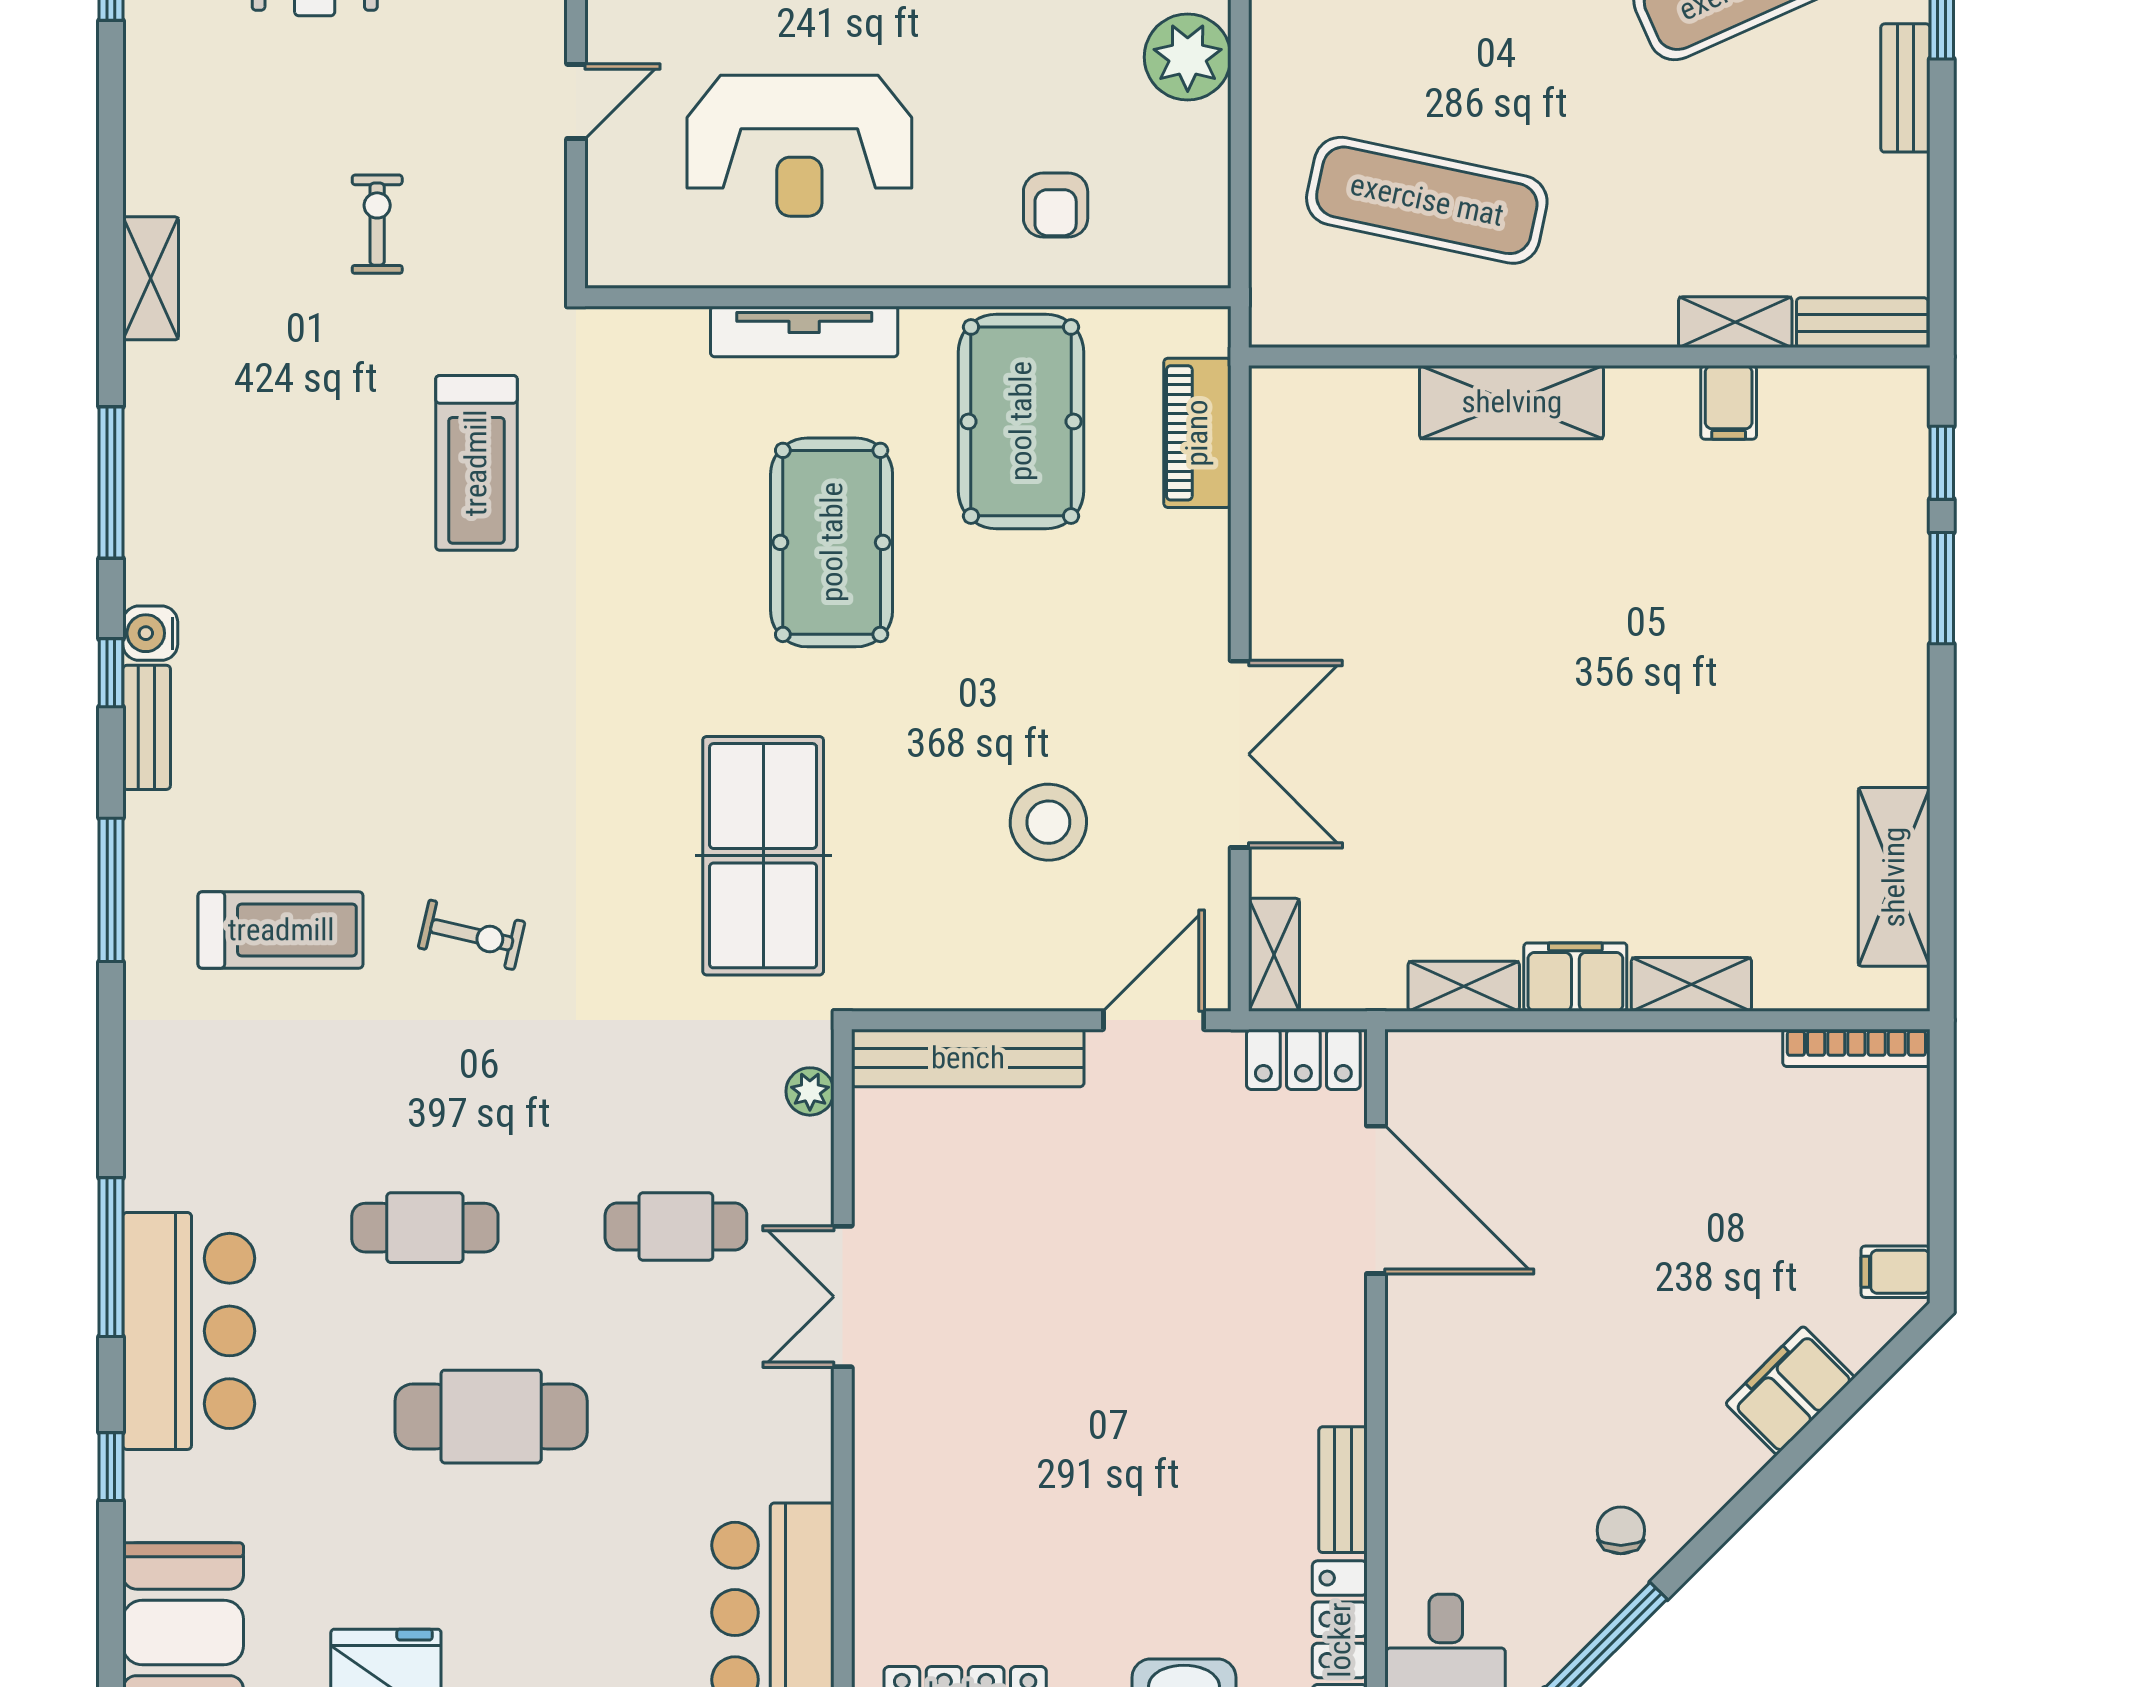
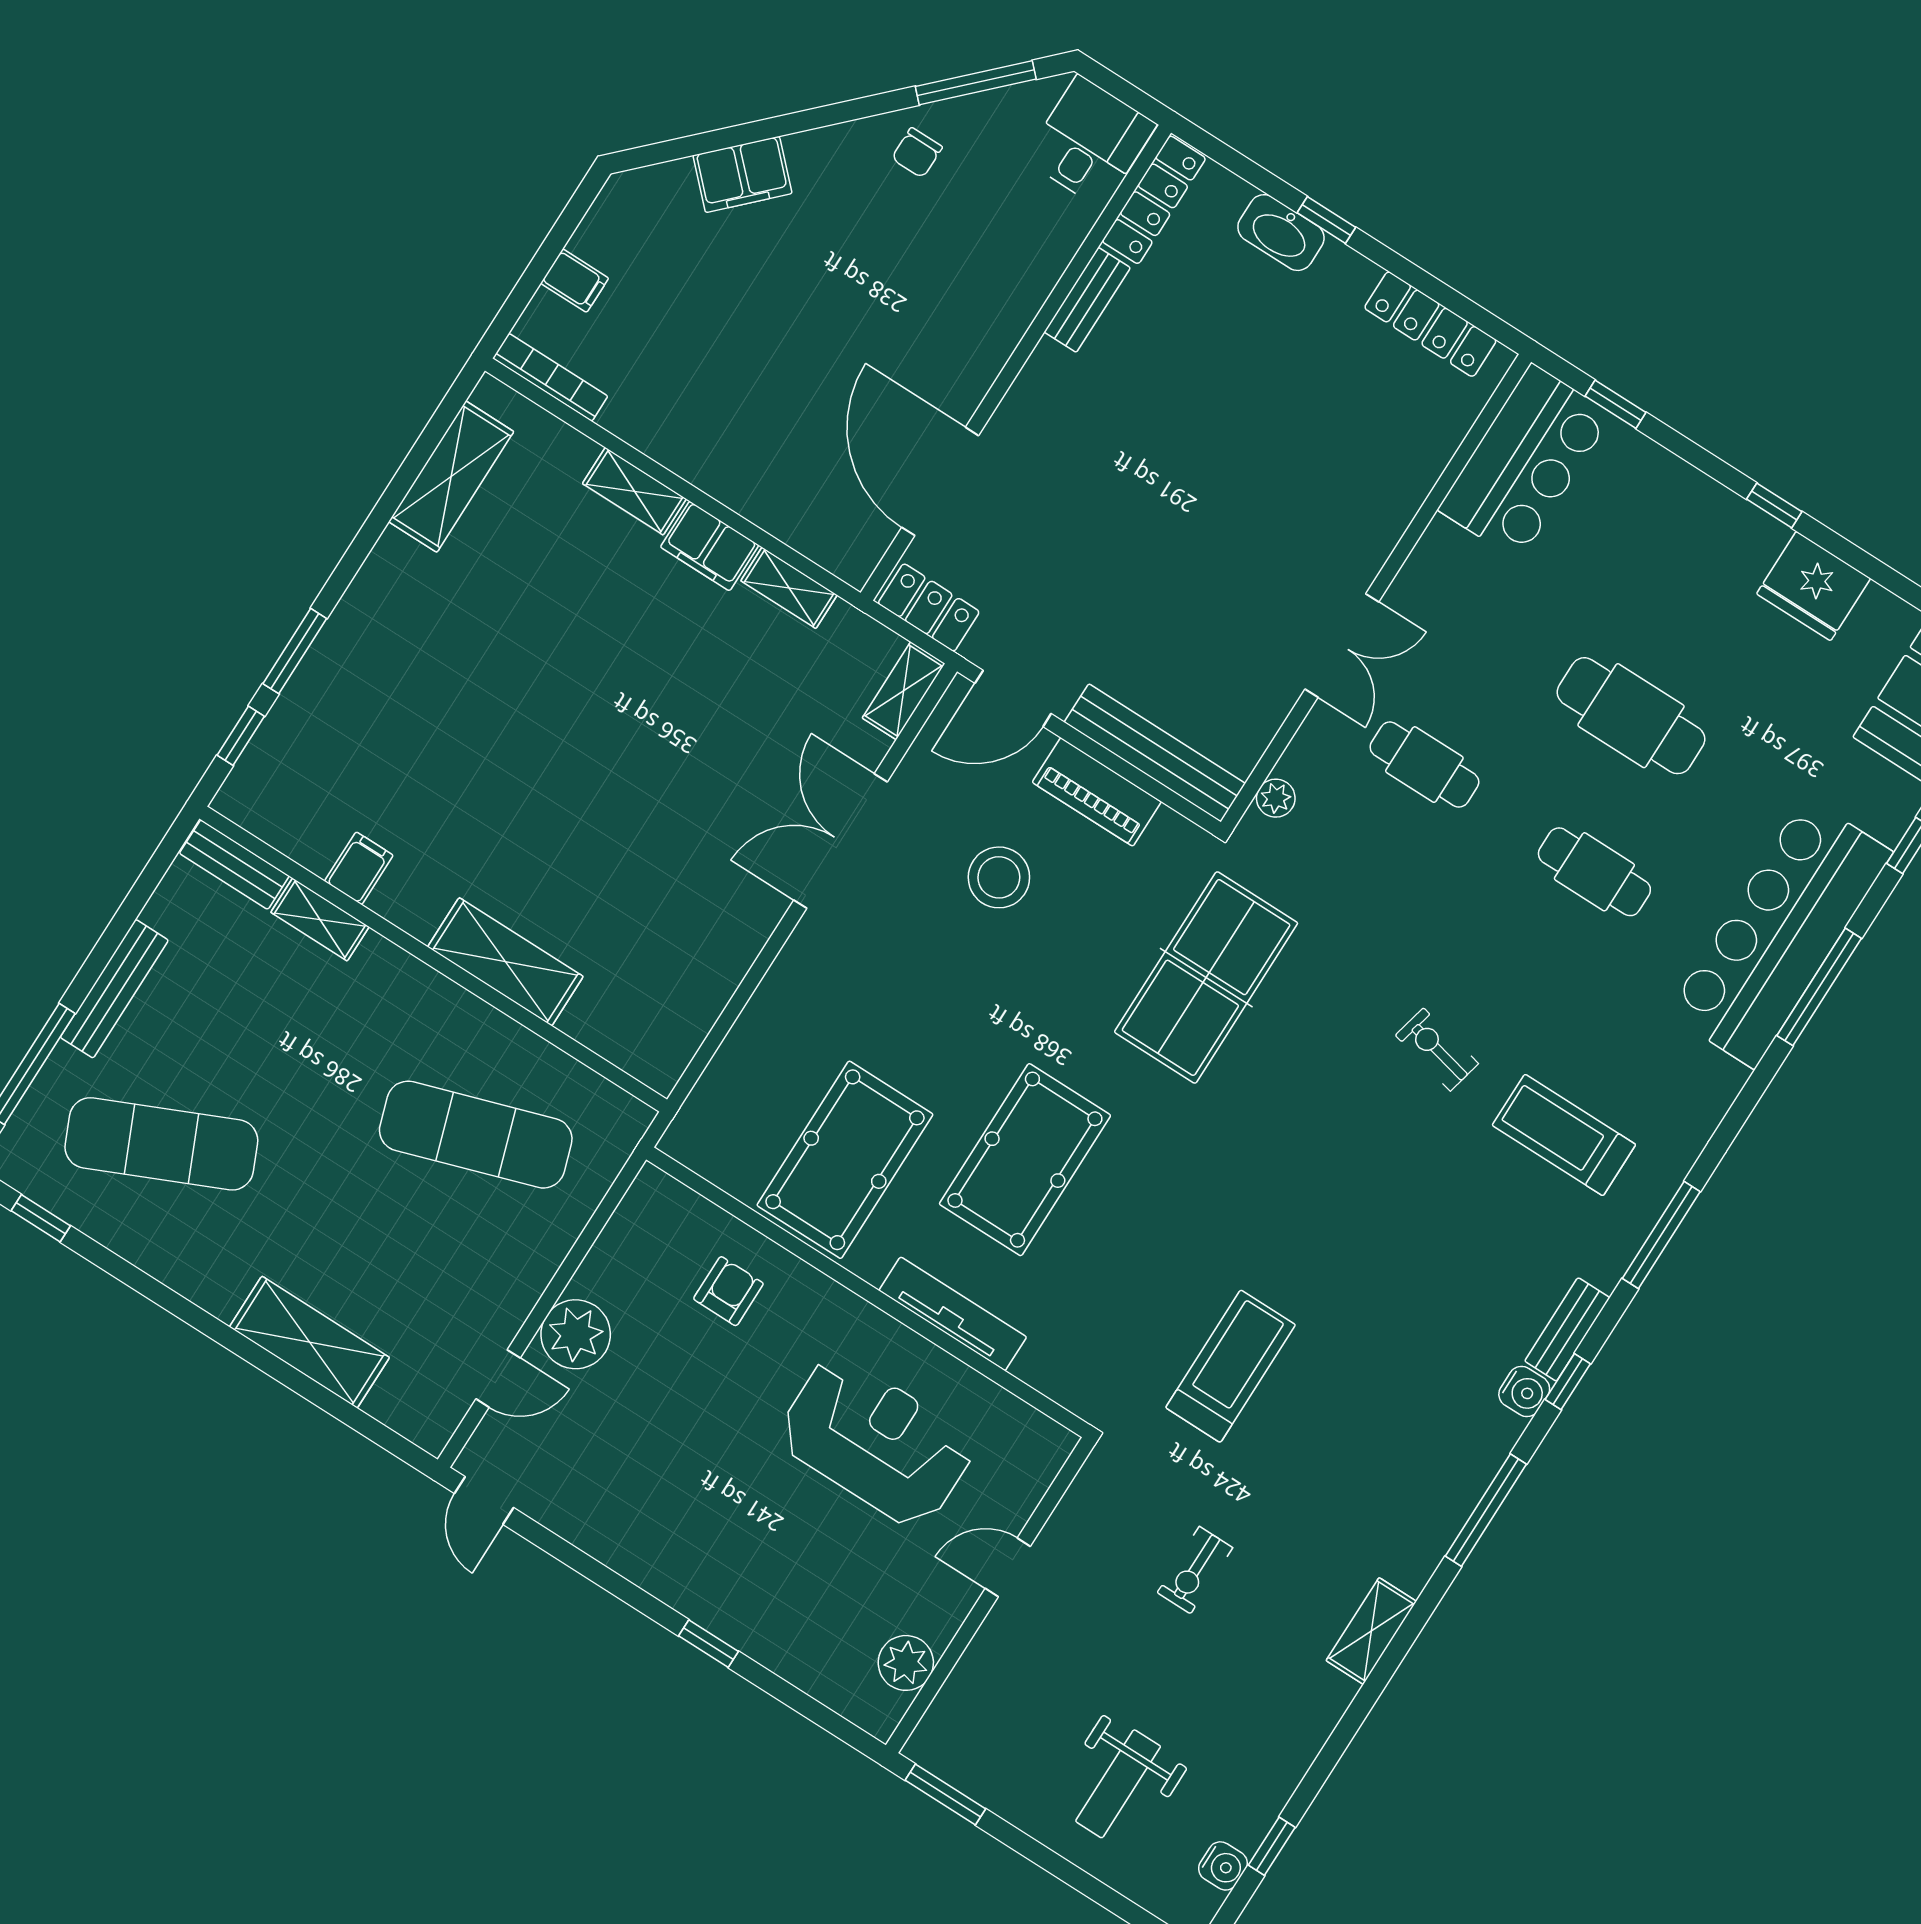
bench: (1905, 88) -> (114, 989), width x1.36
exercise mat: (1427, 200) -> (476, 1135), turned -30
piano: (1197, 433) -> (1097, 792), moved, turned 90
filing cabinet: (1896, 1272) -> (575, 281), moved
bar counter: (189, 1331) -> (1780, 933), width x1.36

